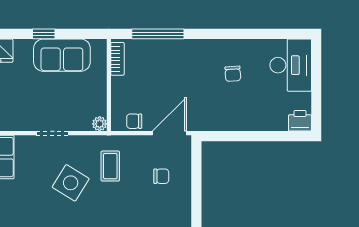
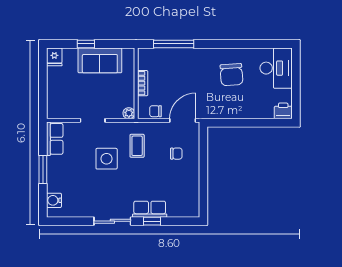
bookcase: (117, 59) -> (143, 83), moved
chair: (233, 74) -> (231, 75), width x1.87, depth x1.87
side table: (71, 183) -> (107, 159), turned -32

